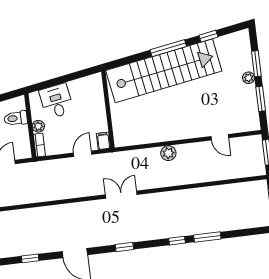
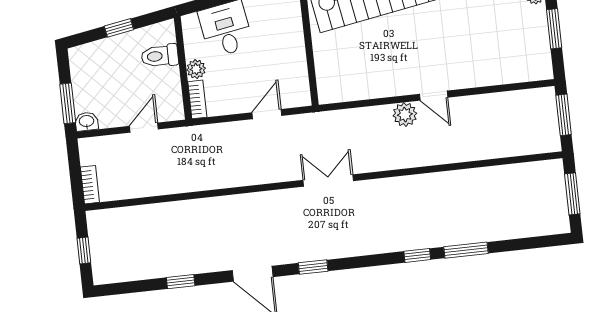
door: (220, 137) -> (434, 96), moved
filing cabinet: (103, 141) -> (301, 94), removed
window: (124, 247) -> (313, 267), moved

